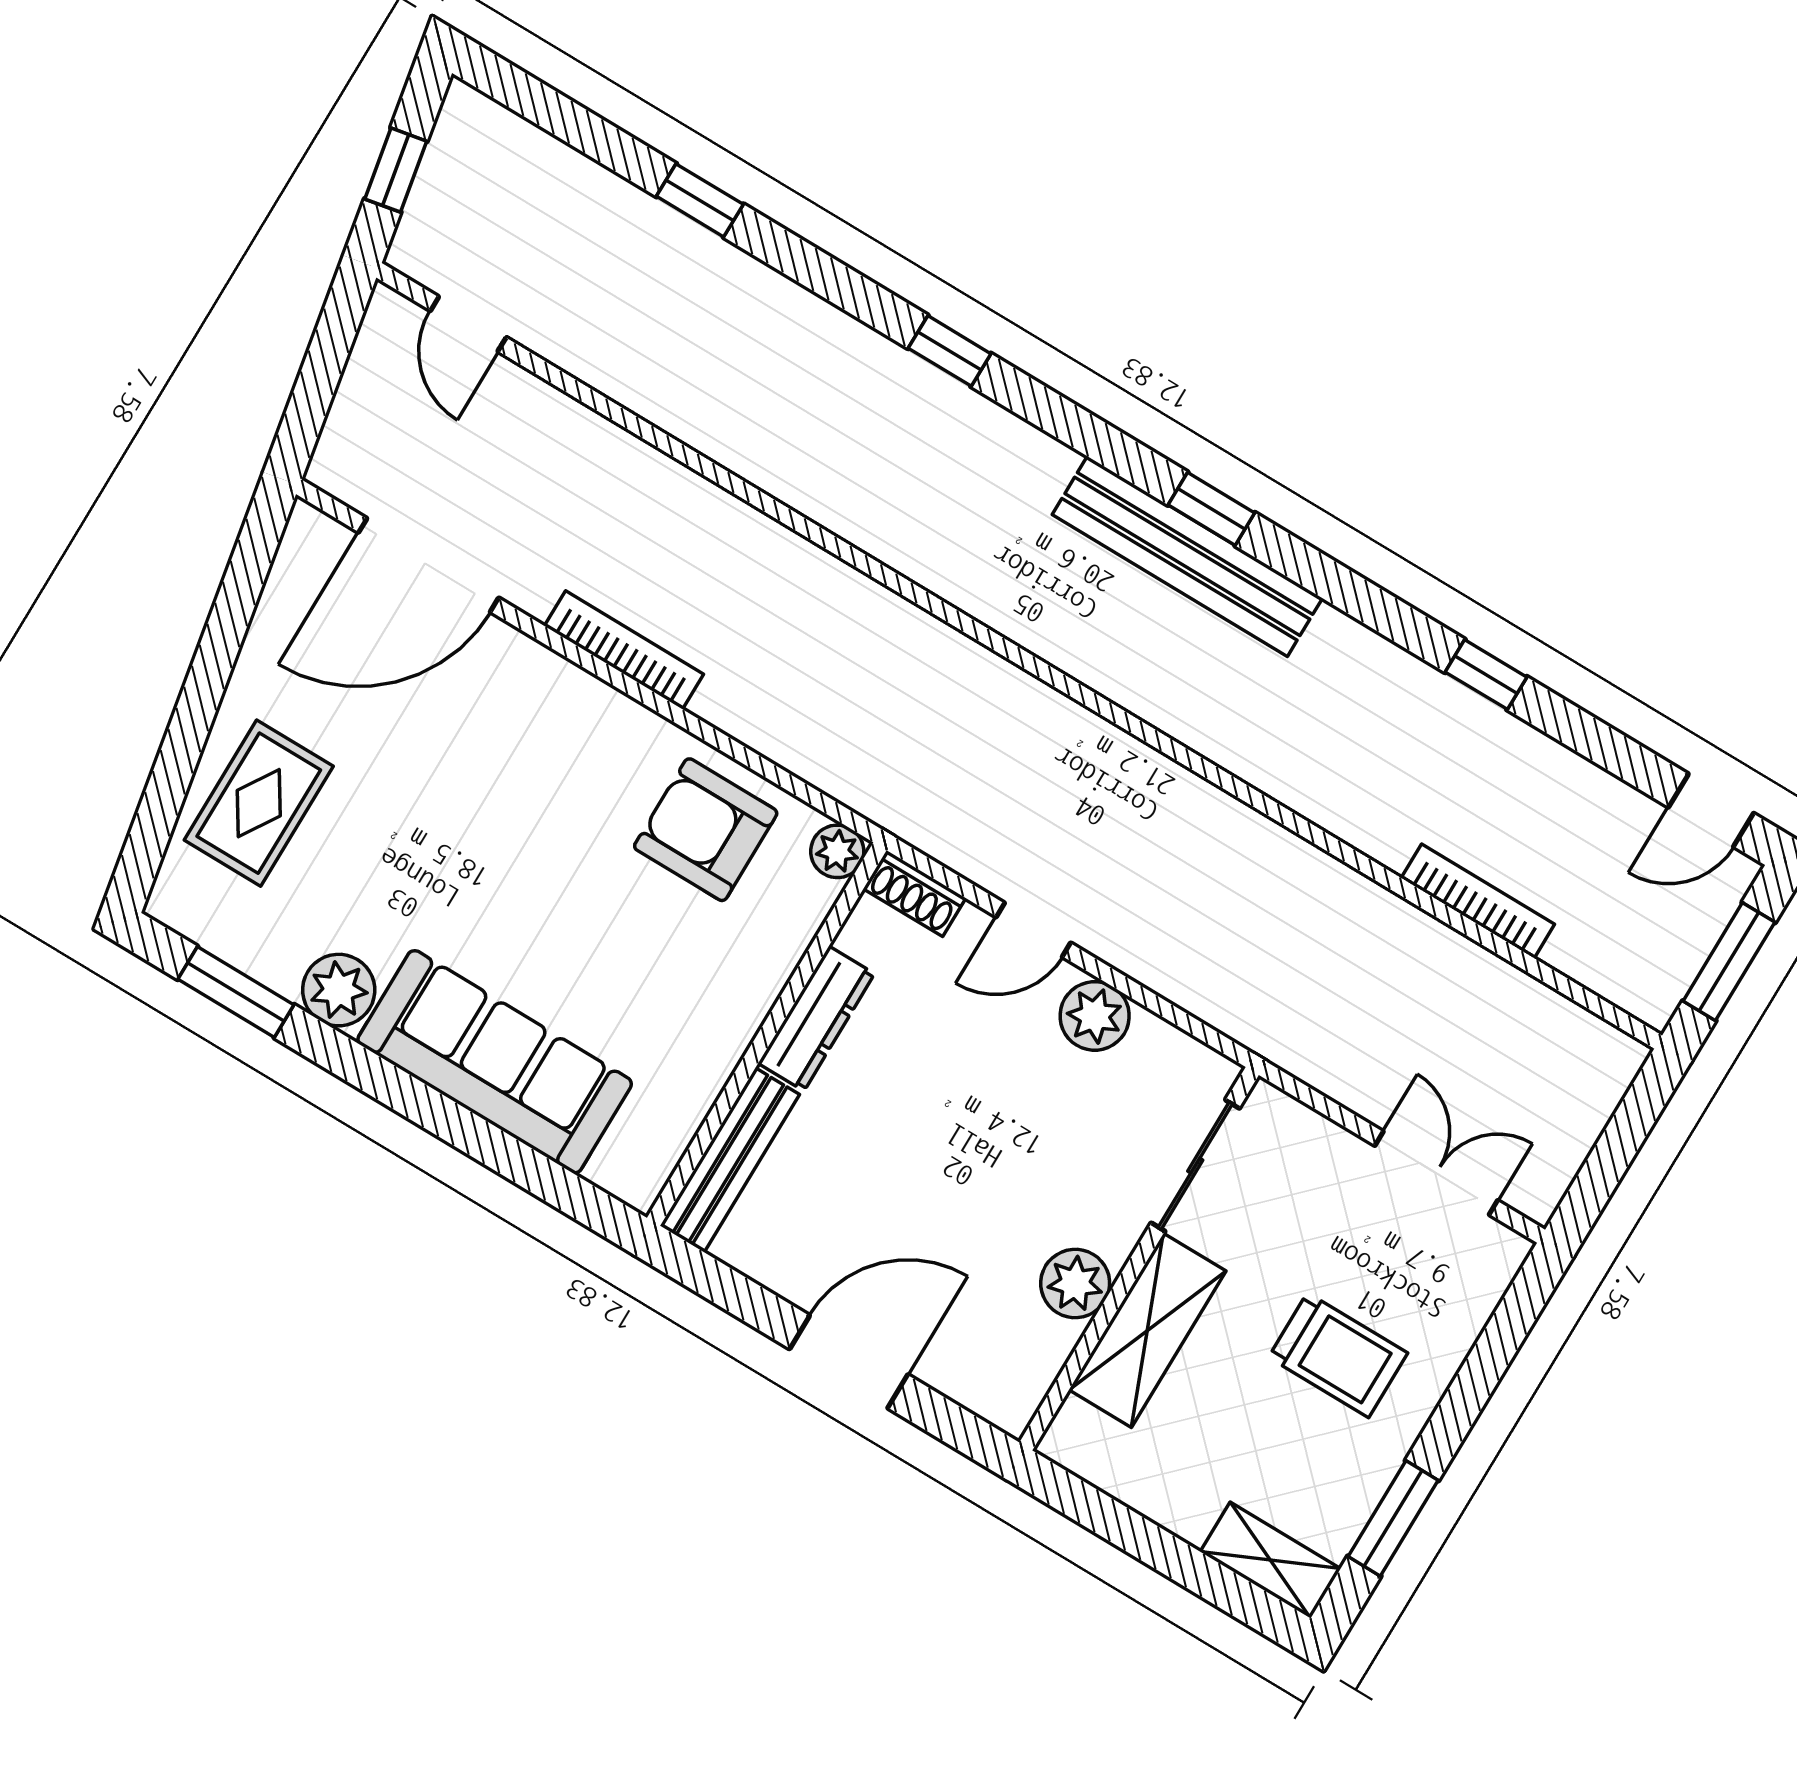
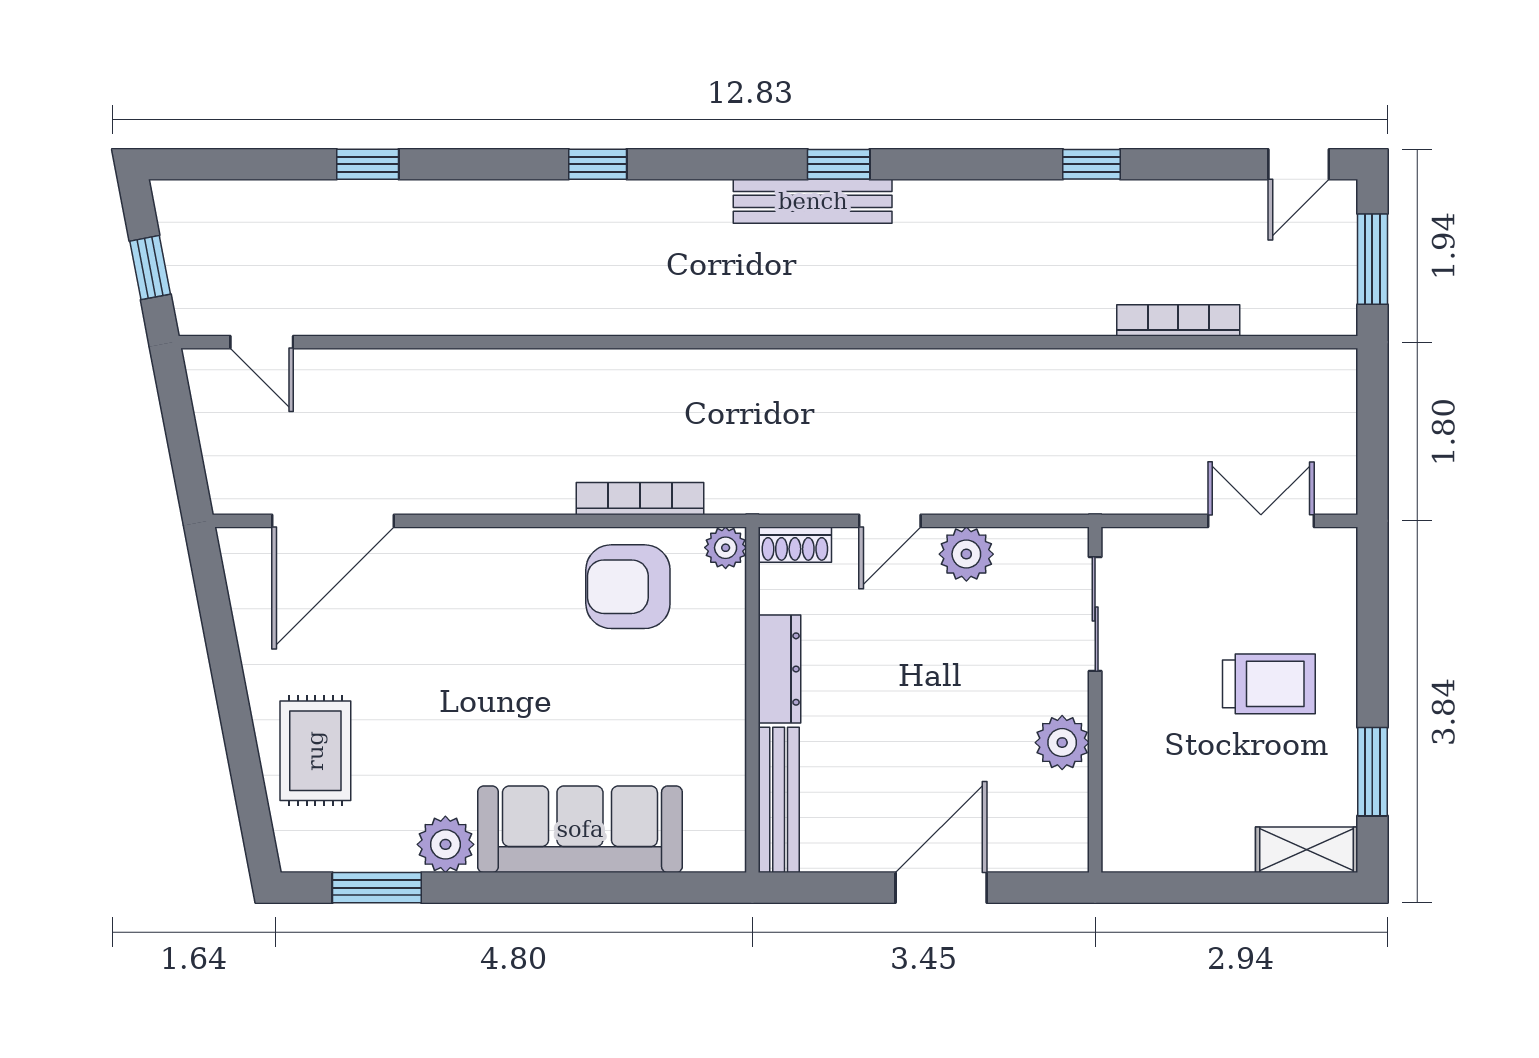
bench: (1187, 556) -> (813, 201), width x0.73, depth x0.82
bookcase: (624, 650) -> (640, 499), moved
shelving: (1147, 1330) -> (1130, 745), removed

